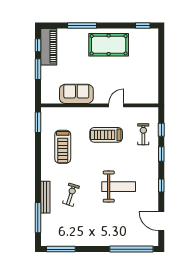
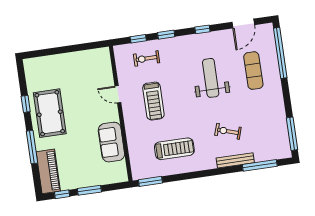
window: (143, 25) -> (26, 104), moved
piano: (49, 47) -> (48, 171), moved, turned 90
exercise mat: (120, 224) -> (253, 71), added

